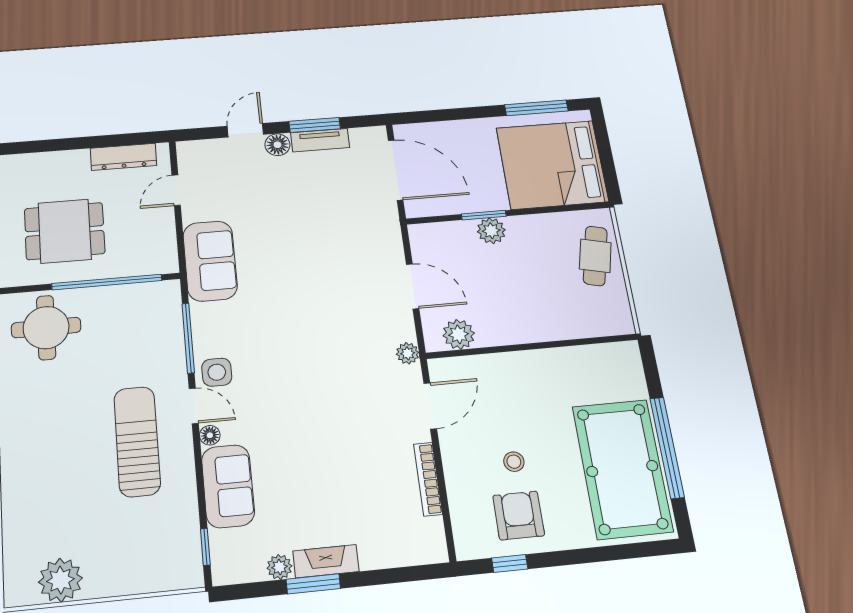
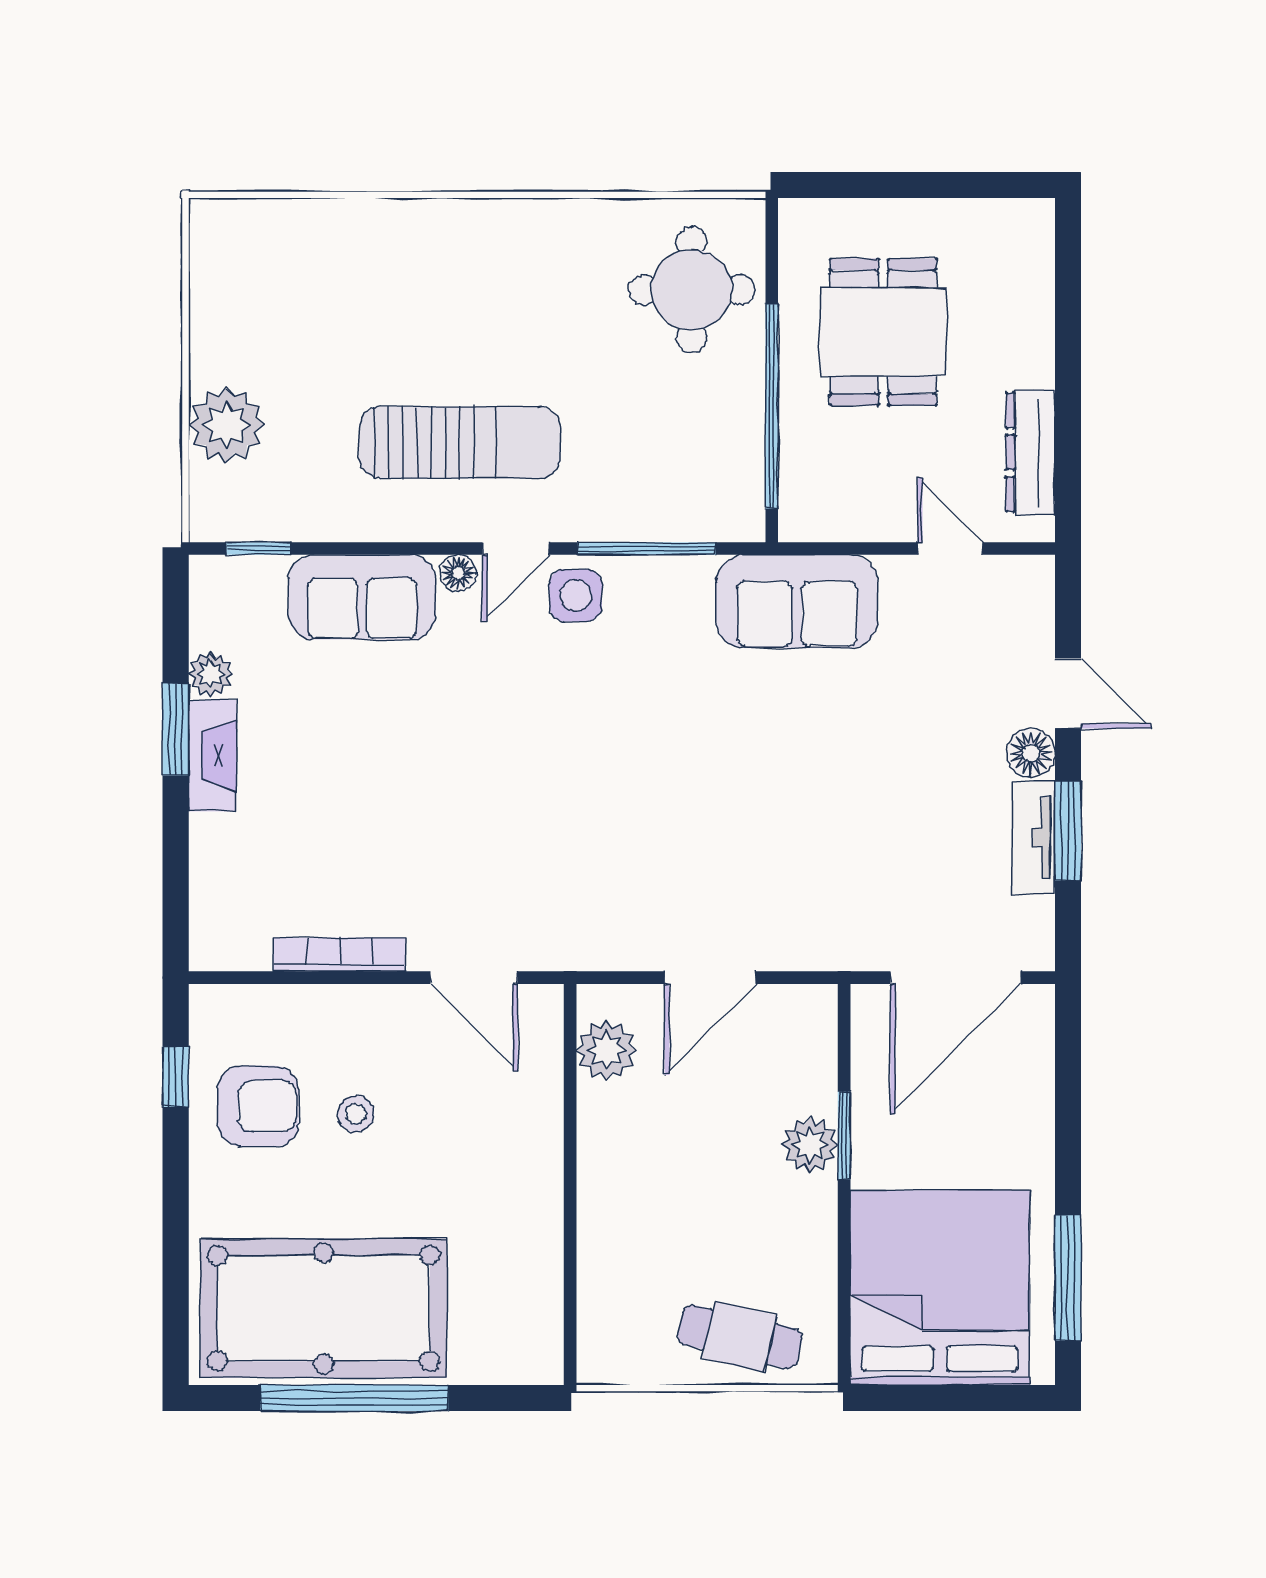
plant: (408, 353) -> (579, 950), removed
plant: (60, 580) -> (227, 425), moved

